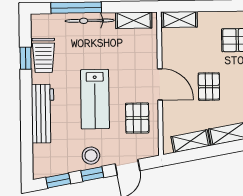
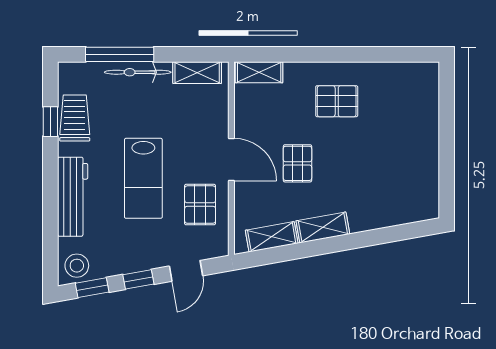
trolley: (44, 55) -> (75, 118), turned 180
stool: (91, 156) -> (77, 266), moved

